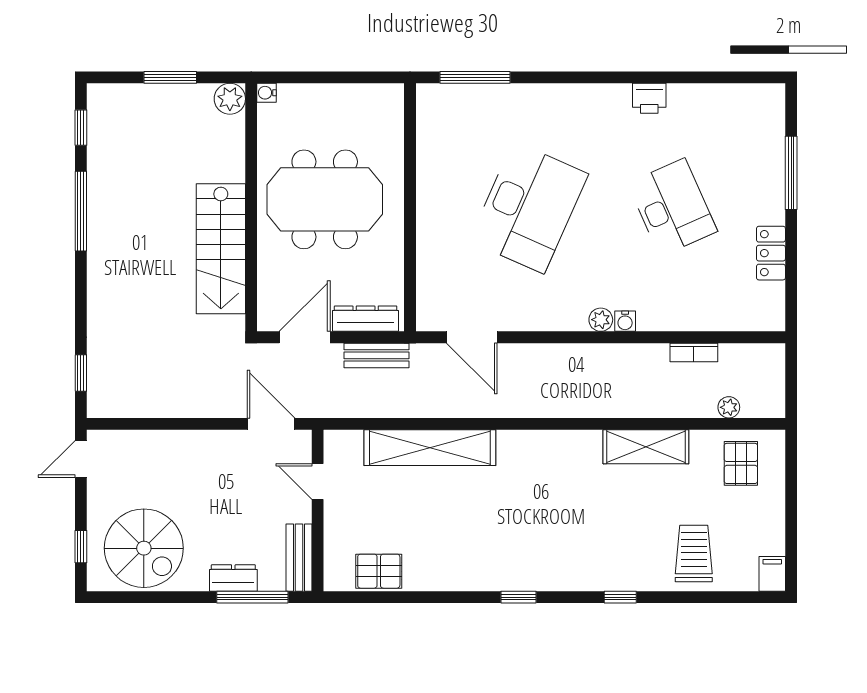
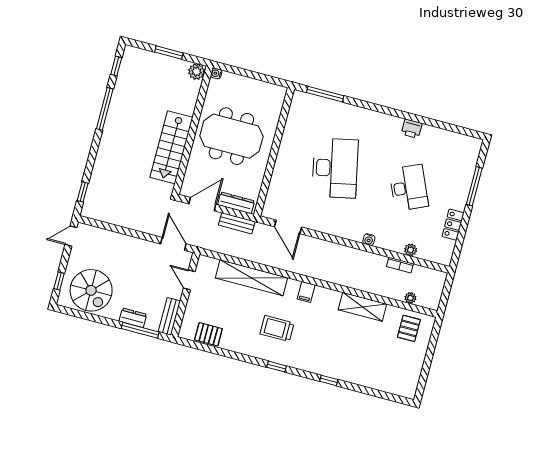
desk: (529, 207) -> (335, 168), turned -36
plant: (601, 320) -> (411, 250), moved
trolley: (694, 553) -> (277, 329), moved, turned -90
filing cabinet: (772, 574) -> (306, 292), moved, turned 180

